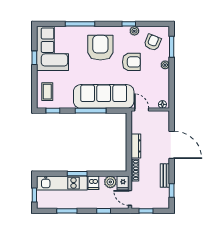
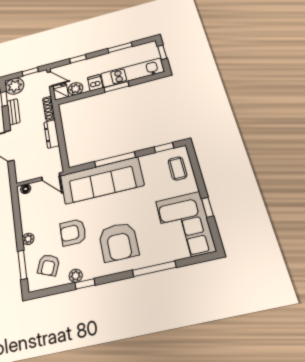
plant: (161, 200) -> (15, 86), added

